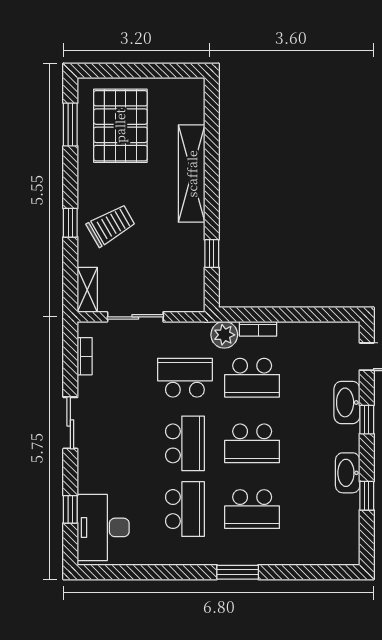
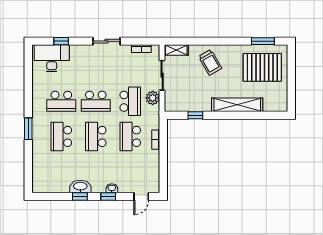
window: (70, 223) -> (211, 41), removed
plant: (224, 335) -> (153, 98), moved
washbasin: (347, 402) -> (112, 188), width x0.52, depth x0.69
window: (367, 496) -> (80, 197), moved

